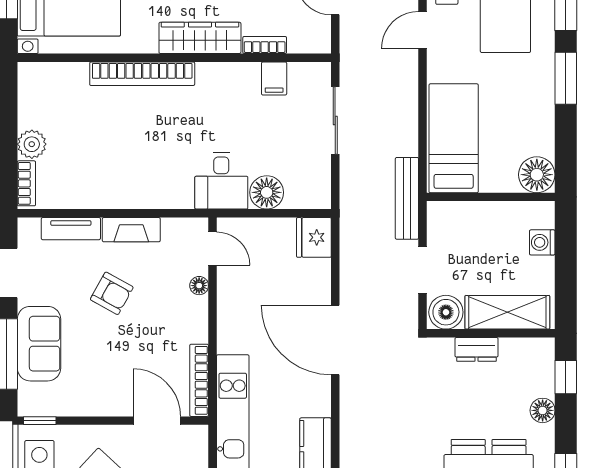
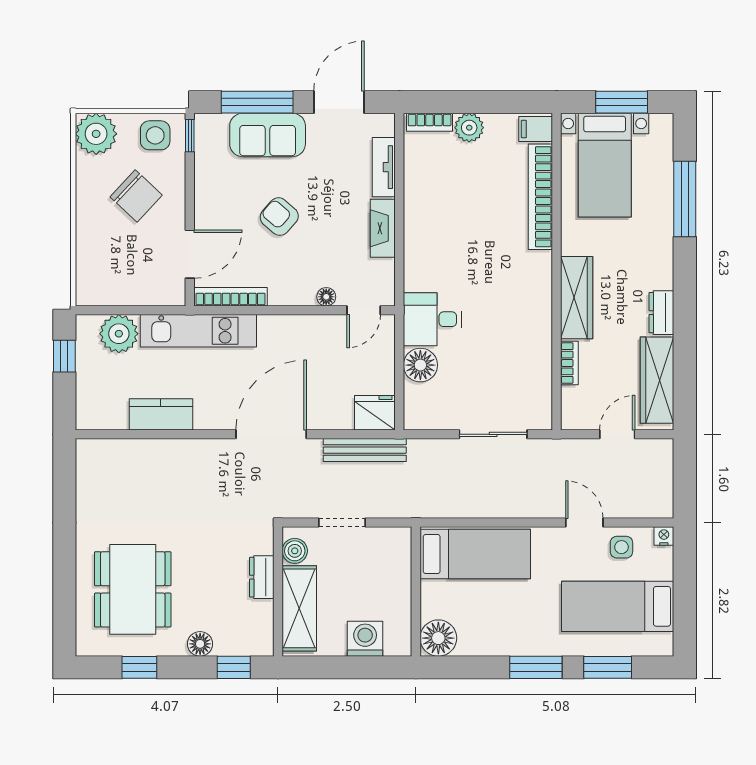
bookcase: (142, 74) -> (540, 197), moved
filing cabinet: (274, 78) -> (536, 129), moved
bench: (407, 198) -> (365, 450), moved
washing machine: (542, 242) -> (365, 639), width x1.38, depth x1.38
armchair: (112, 293) -> (279, 217), moved, turned 102
boiler: (446, 312) -> (295, 551), width x0.73, depth x0.73

